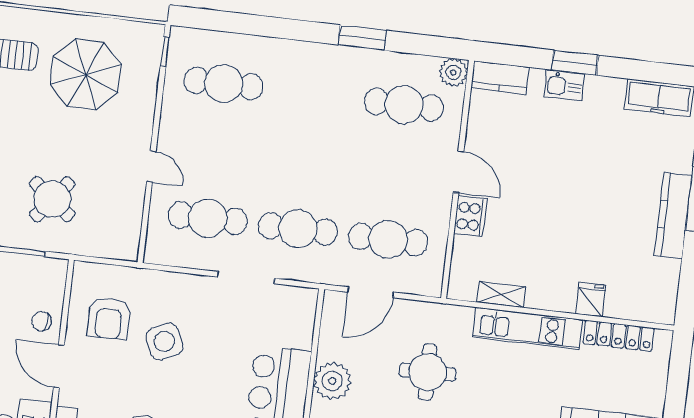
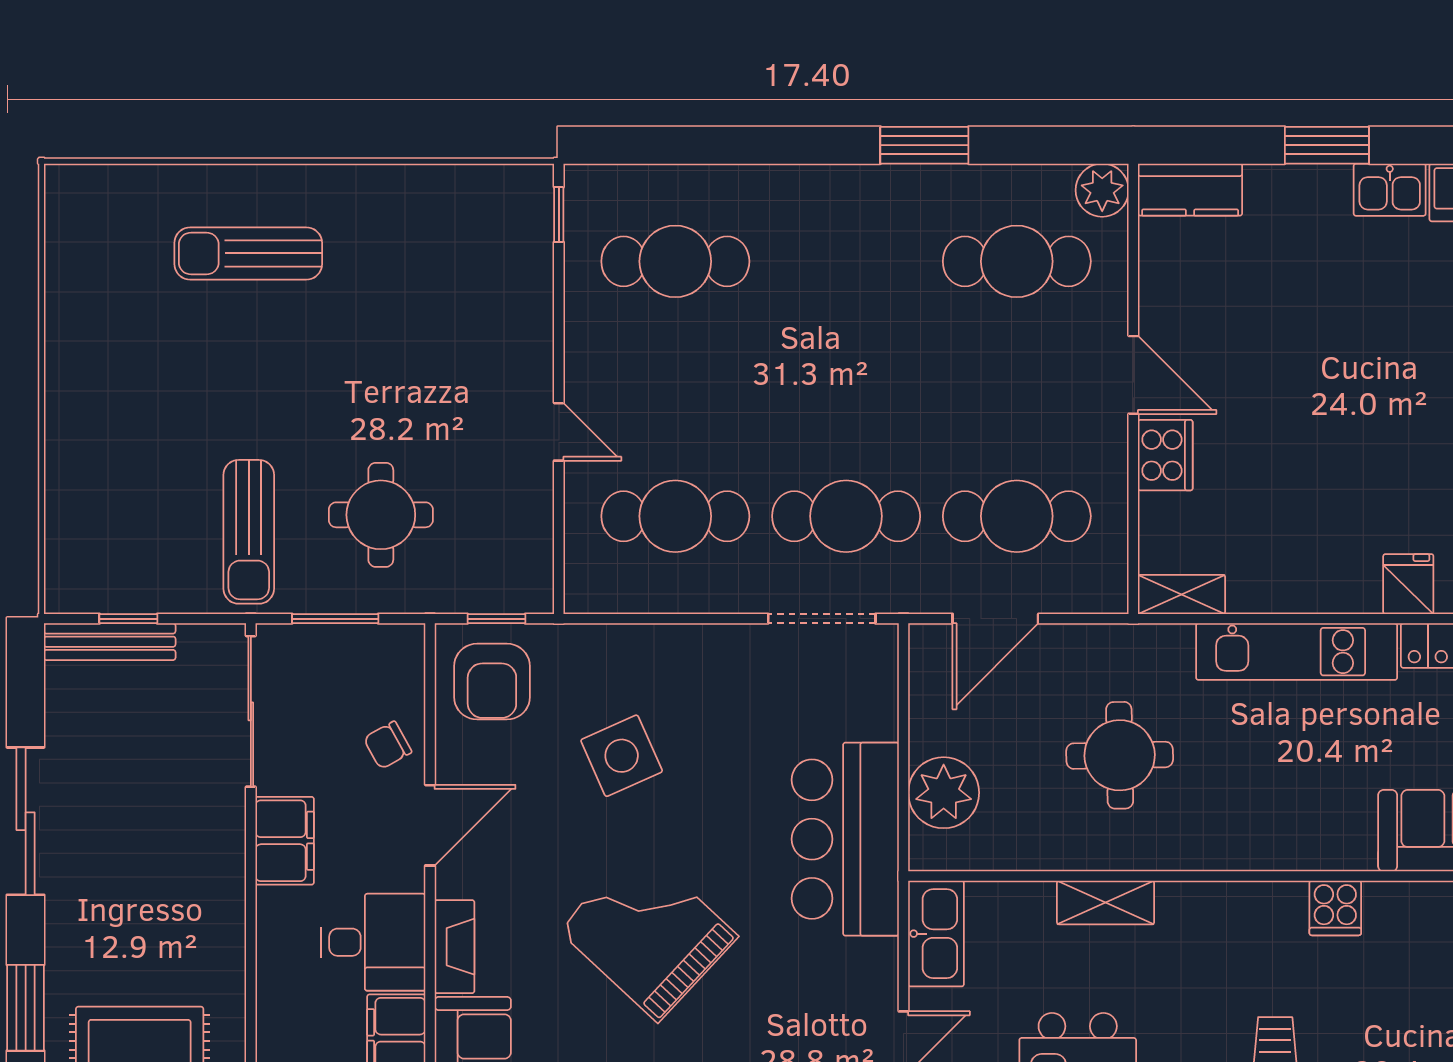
parasol: (86, 74) -> (416, 275), removed
kitchen sink: (564, 85) -> (1390, 190), moved
round table: (52, 199) -> (381, 515), turned -38
window: (107, 261) -> (496, 619), added
doorway: (246, 278) -> (822, 619), moved
shelving: (501, 295) -> (1182, 594), moved
armchair: (109, 318) -> (492, 682), moved
chair: (41, 321) -> (388, 745), turned -37
door: (59, 366) -> (430, 825), swing flipped

